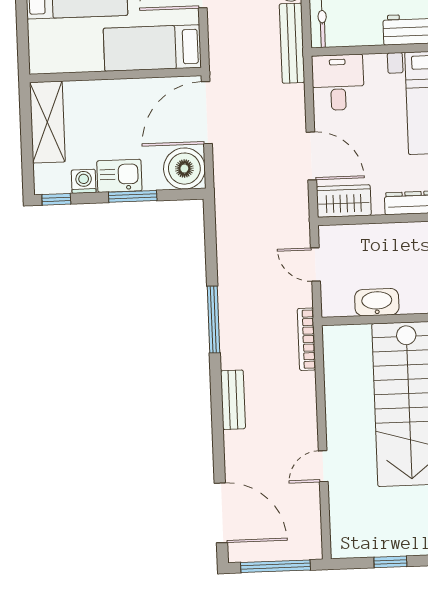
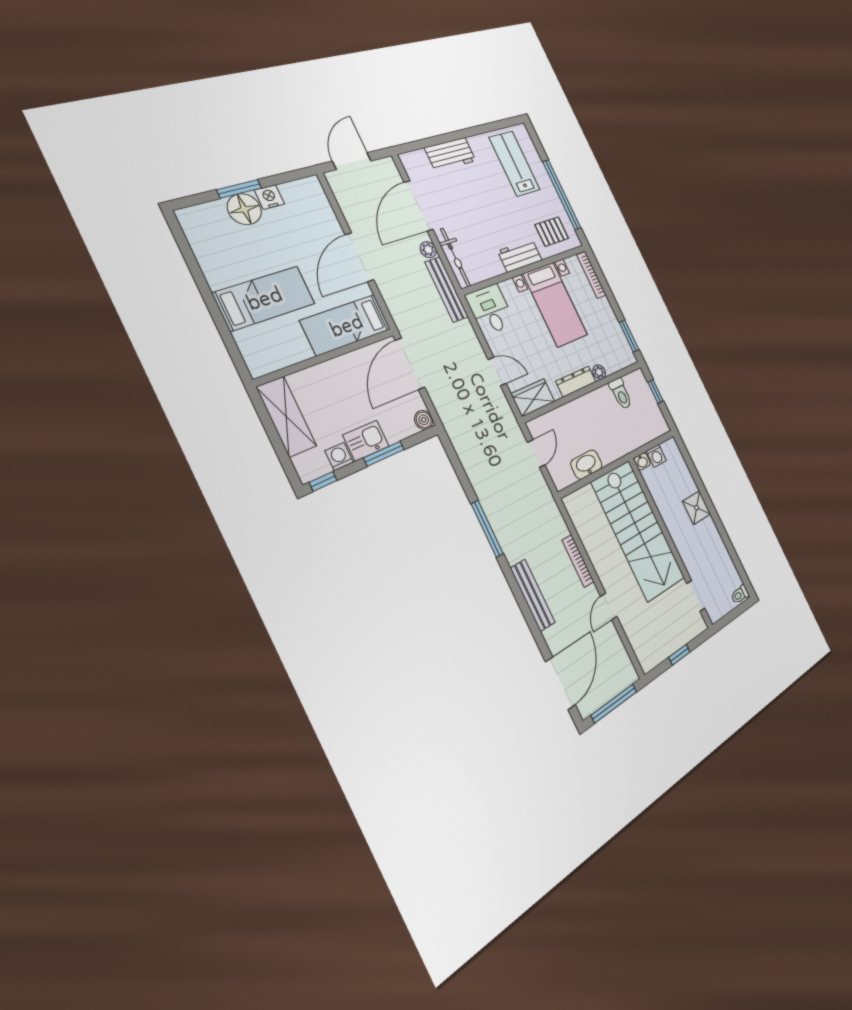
door: (311, 156) -> (497, 371), width x0.73
boiler: (184, 169) -> (424, 420), width x0.54, depth x0.54
door: (315, 265) -> (536, 454), swing flipped
bookcase: (307, 339) -> (578, 561), moved
bench: (233, 400) -> (533, 595), width x1.36
door: (221, 513) -> (560, 683), hinge flipped

